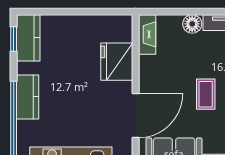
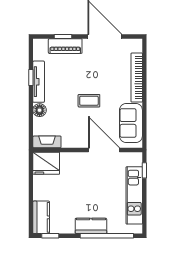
kitchen counter: (28, 38) -> (41, 217), moved, turned 90
fridge: (117, 62) -> (46, 163), moved

